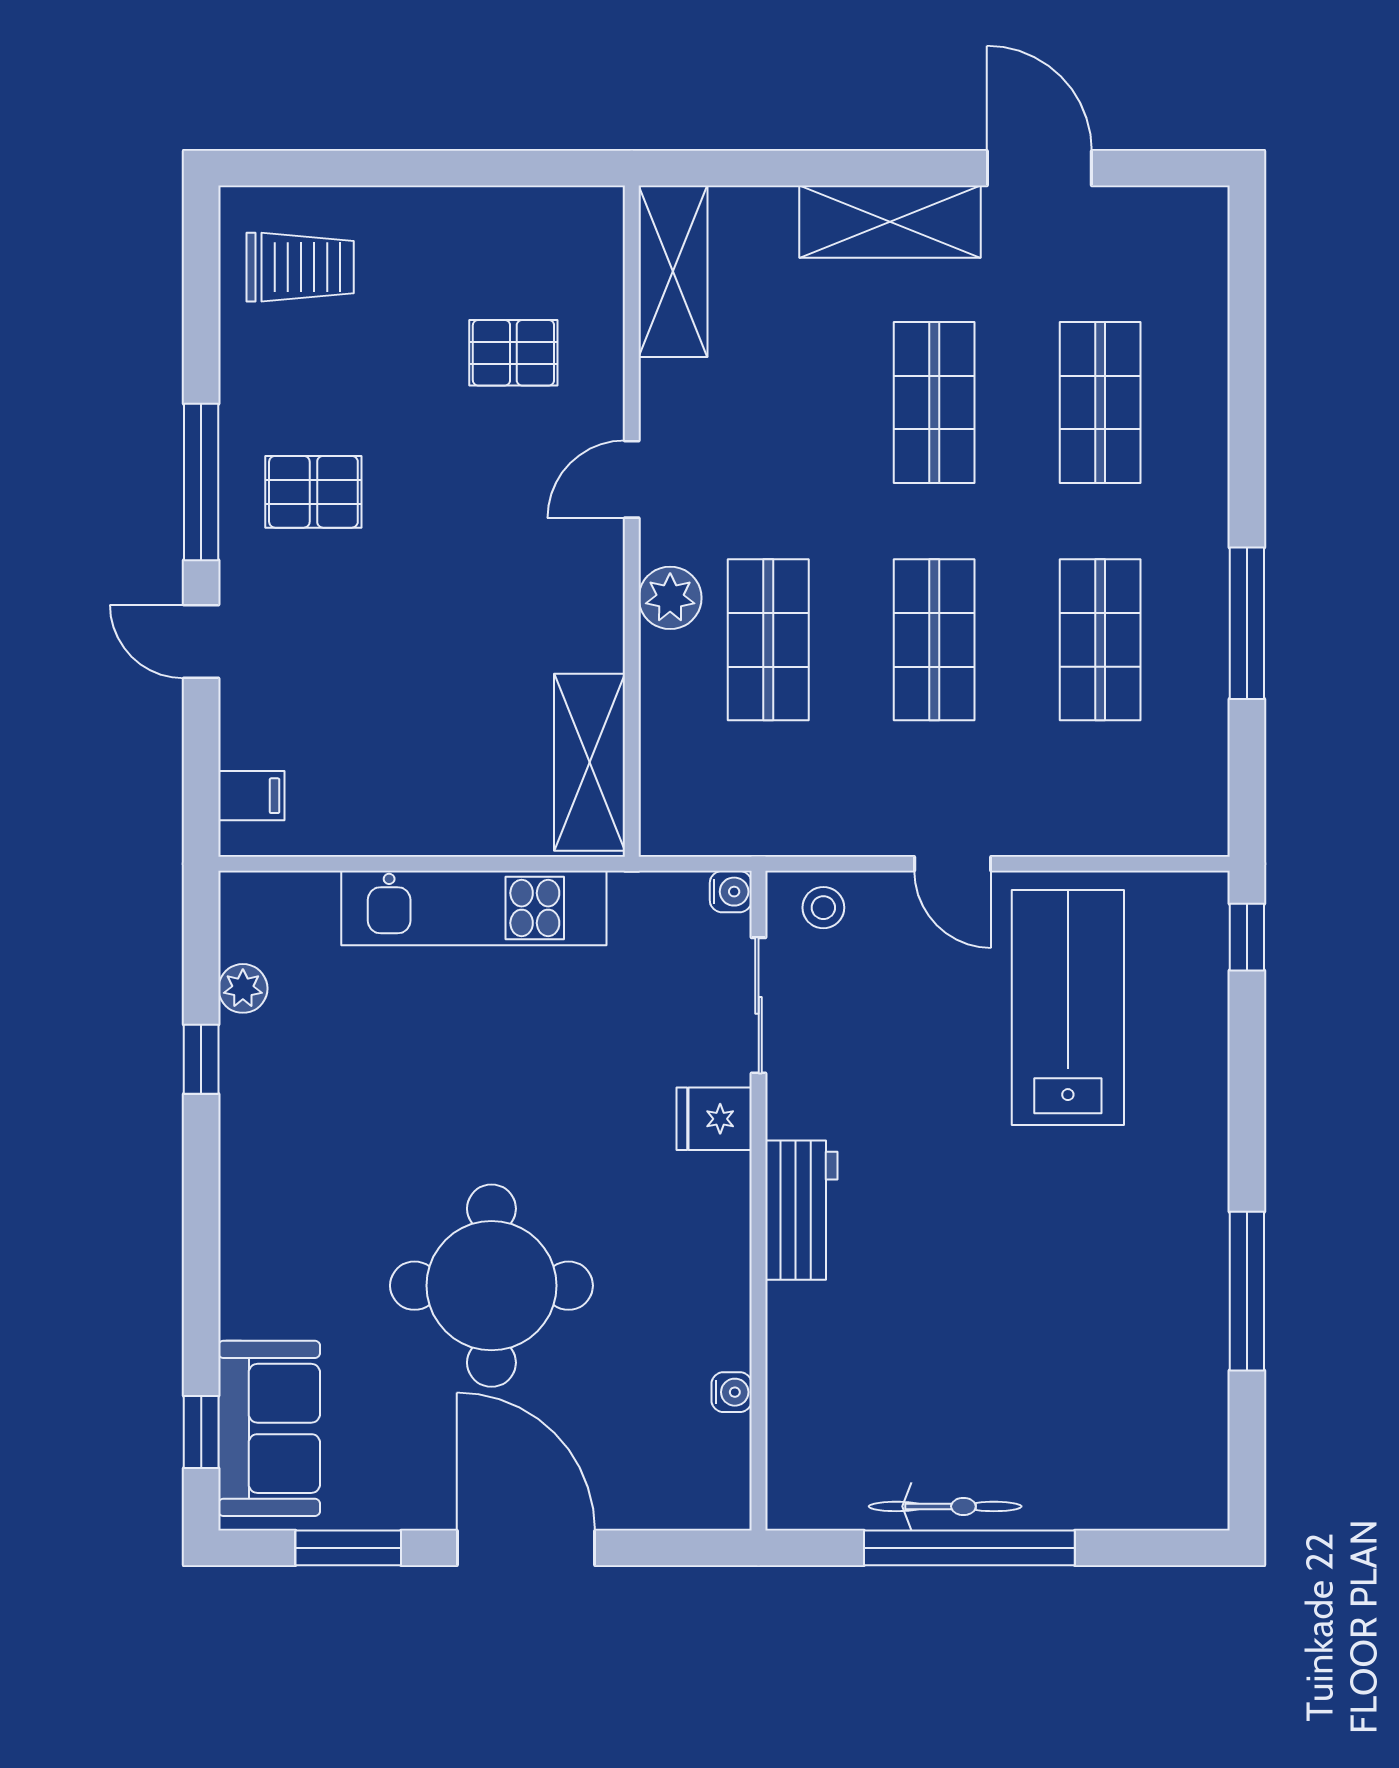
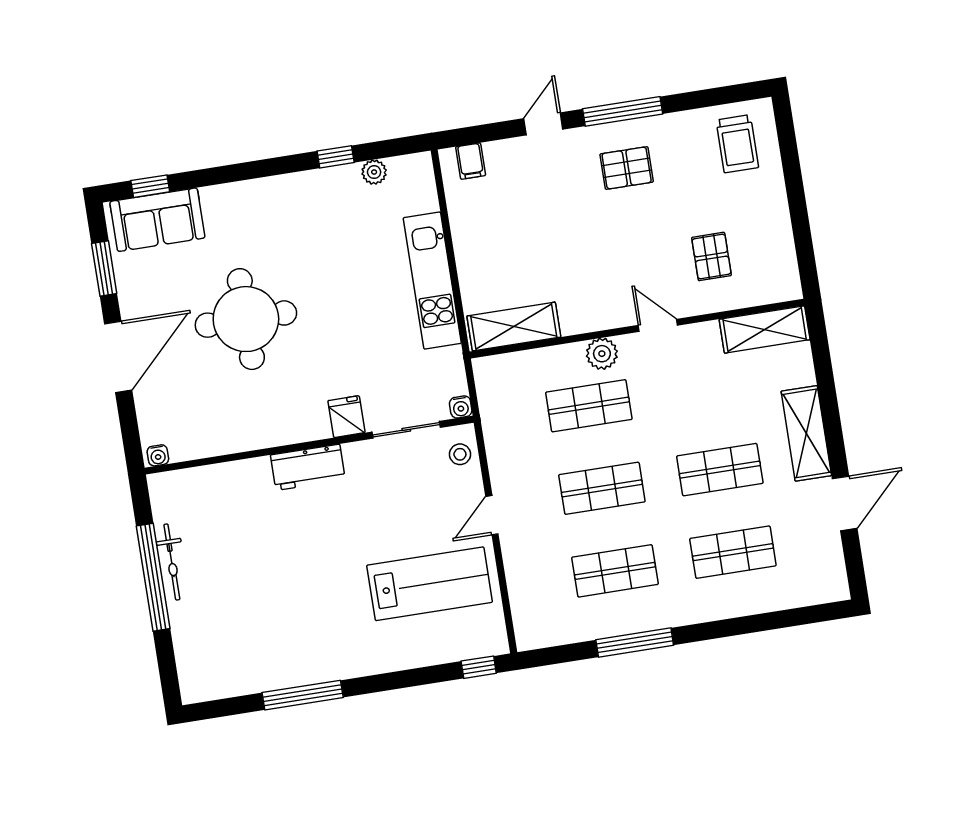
pallet: (313, 492) -> (627, 168), turned 90
water cooler: (732, 1392) -> (158, 455), moved

